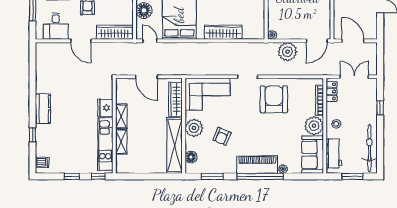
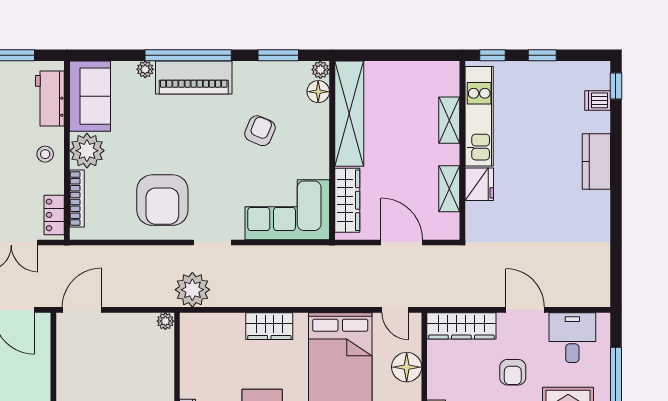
wardrobe: (223, 32) -> (269, 326), width x0.67
plant: (287, 52) -> (192, 290), moved
kitchen counter: (43, 109) -> (596, 162), moved
shelving: (121, 116) -> (449, 189), moved
plant: (194, 128) -> (320, 70), moved, width x0.53, depth x0.53
window: (33, 135) -> (616, 86), moved
dishwasher: (42, 162) -> (598, 100), moved

